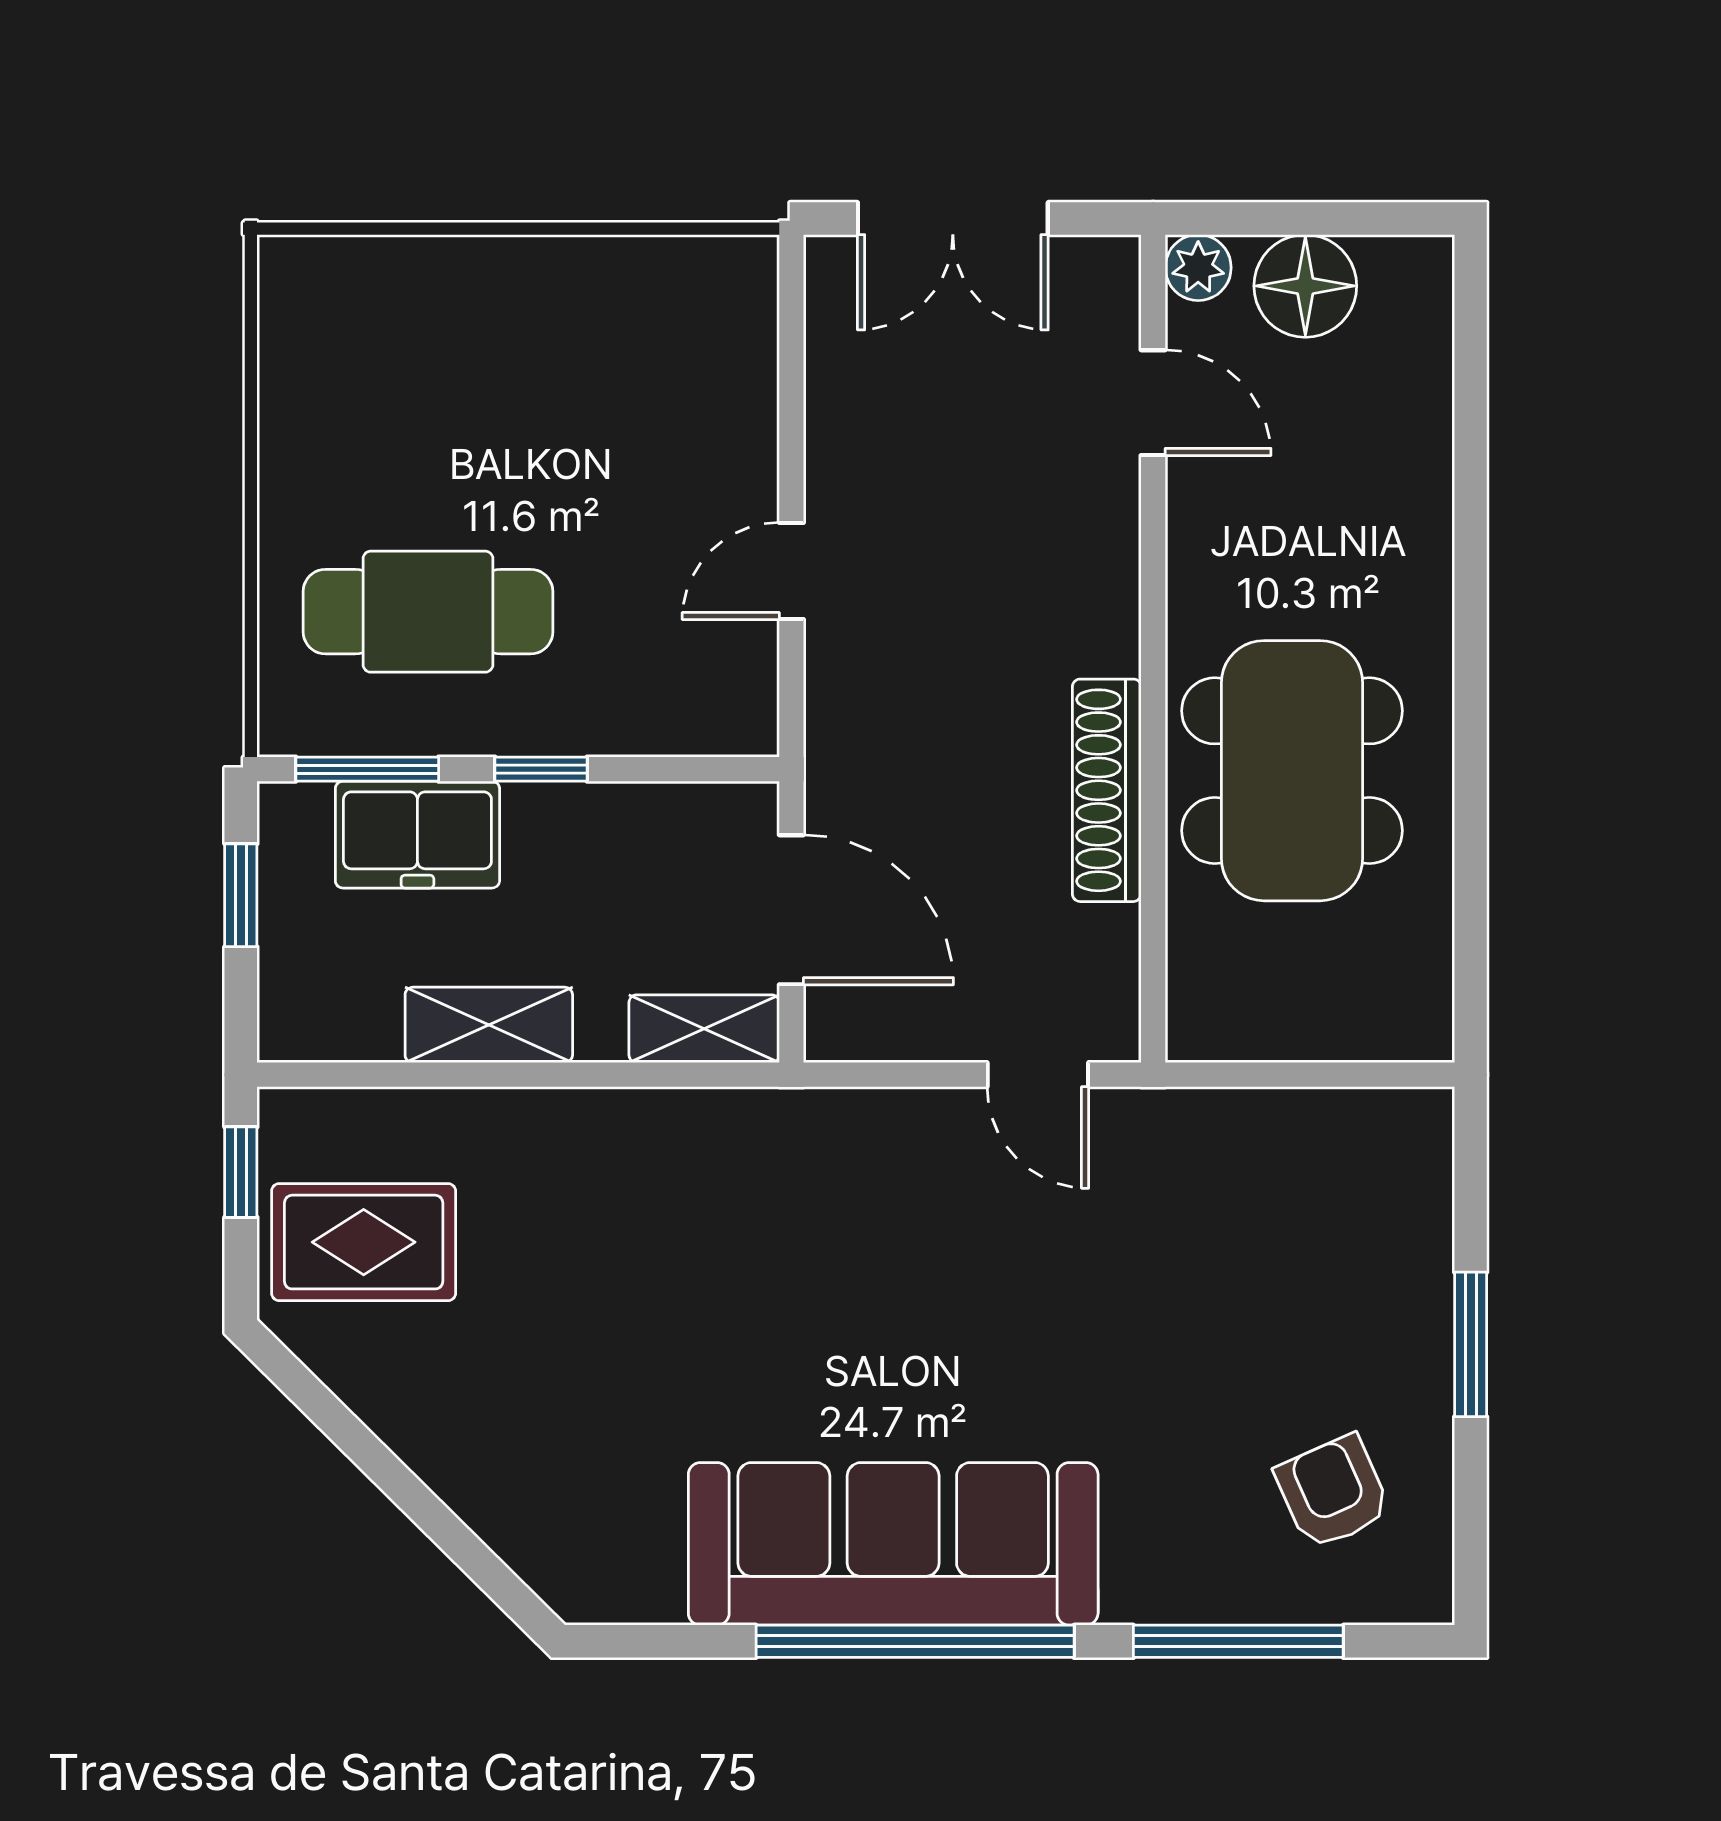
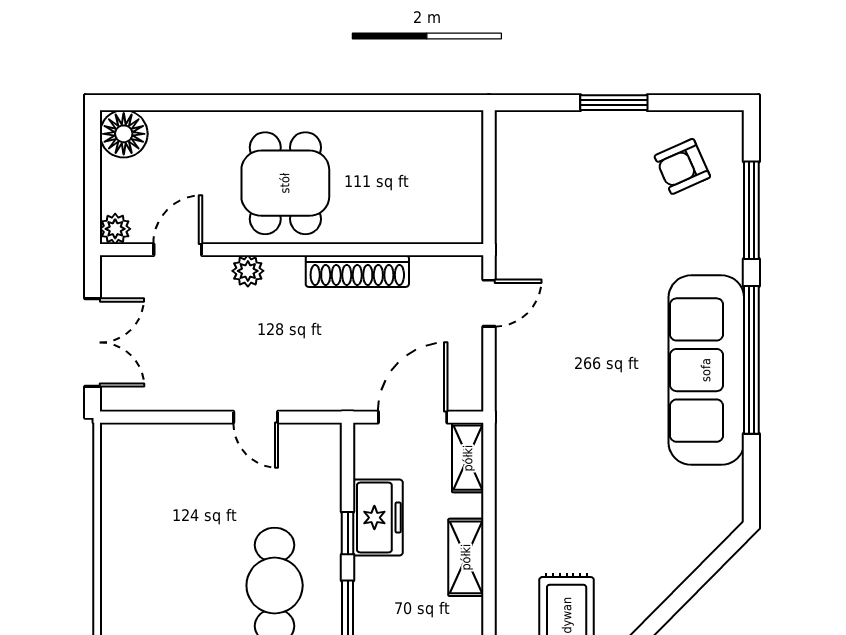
floor lamp: (1305, 286) -> (124, 134), moved
plant: (1107, 554) -> (248, 271), added
dining table: (1292, 771) -> (285, 183), moved, width x0.73
freezer: (417, 835) -> (378, 518), moved

